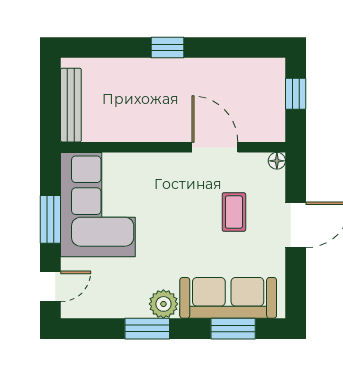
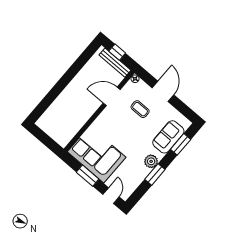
window: (168, 47) -> (63, 83), removed
bench: (71, 105) -> (115, 63), moved
sofa: (228, 298) -> (168, 137), width x0.73

